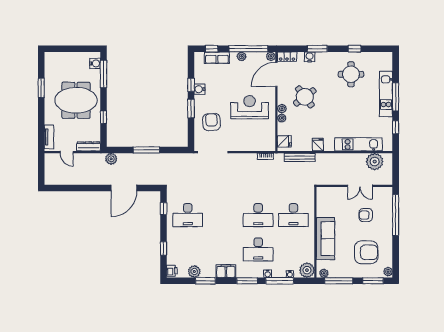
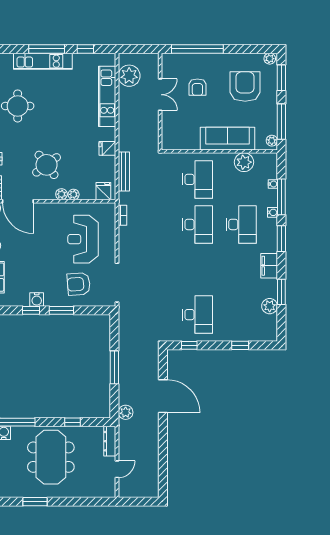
reception desk: (250, 107) -> (83, 239), moved
tv unit: (49, 137) -> (98, 492), removed
plant: (307, 270) -> (244, 162), moved
printer: (172, 271) -> (268, 335), removed

